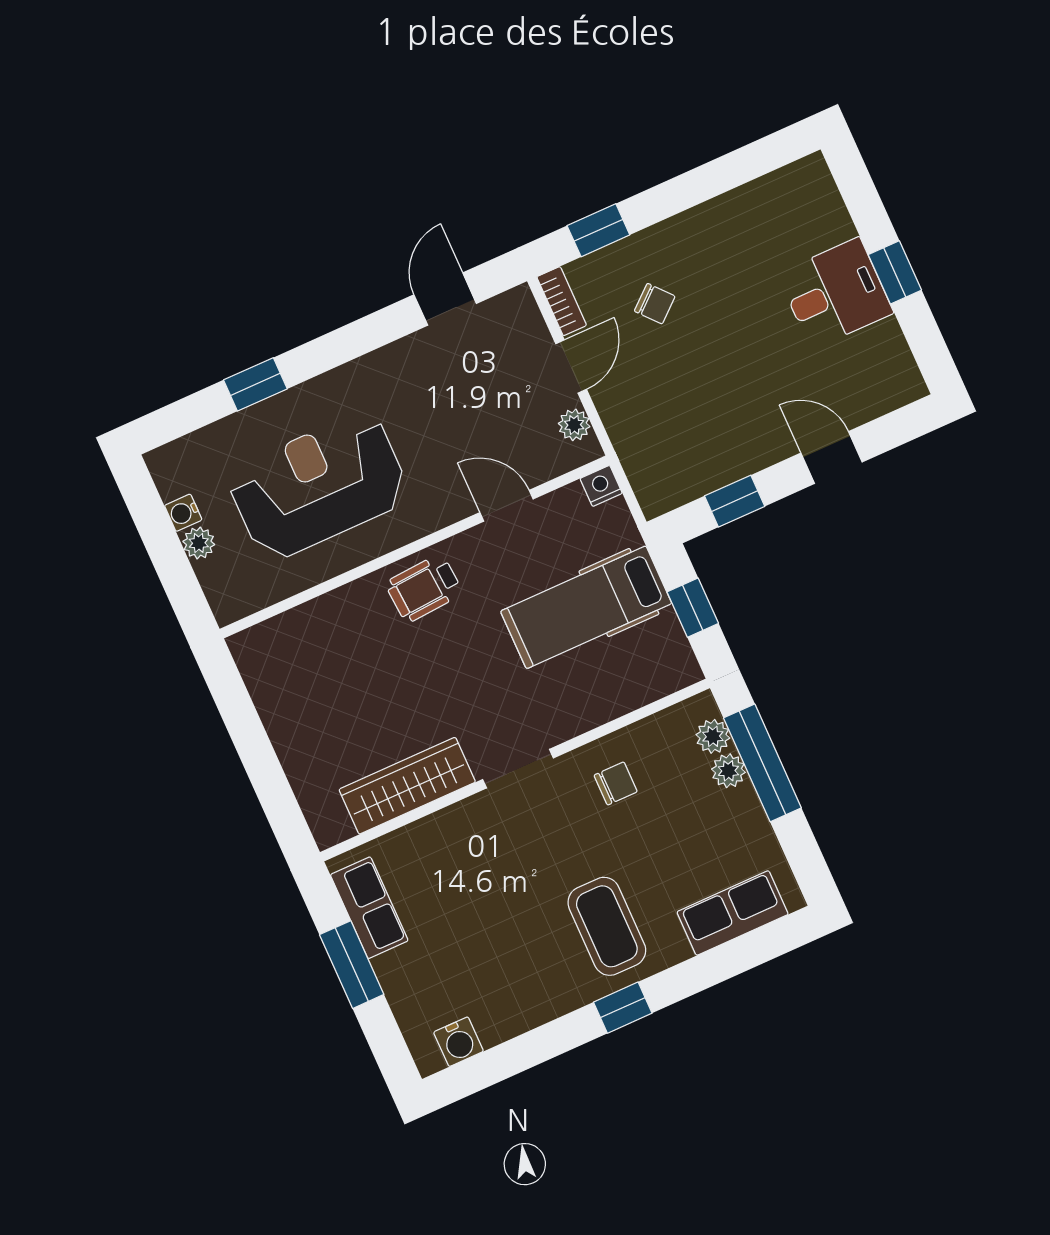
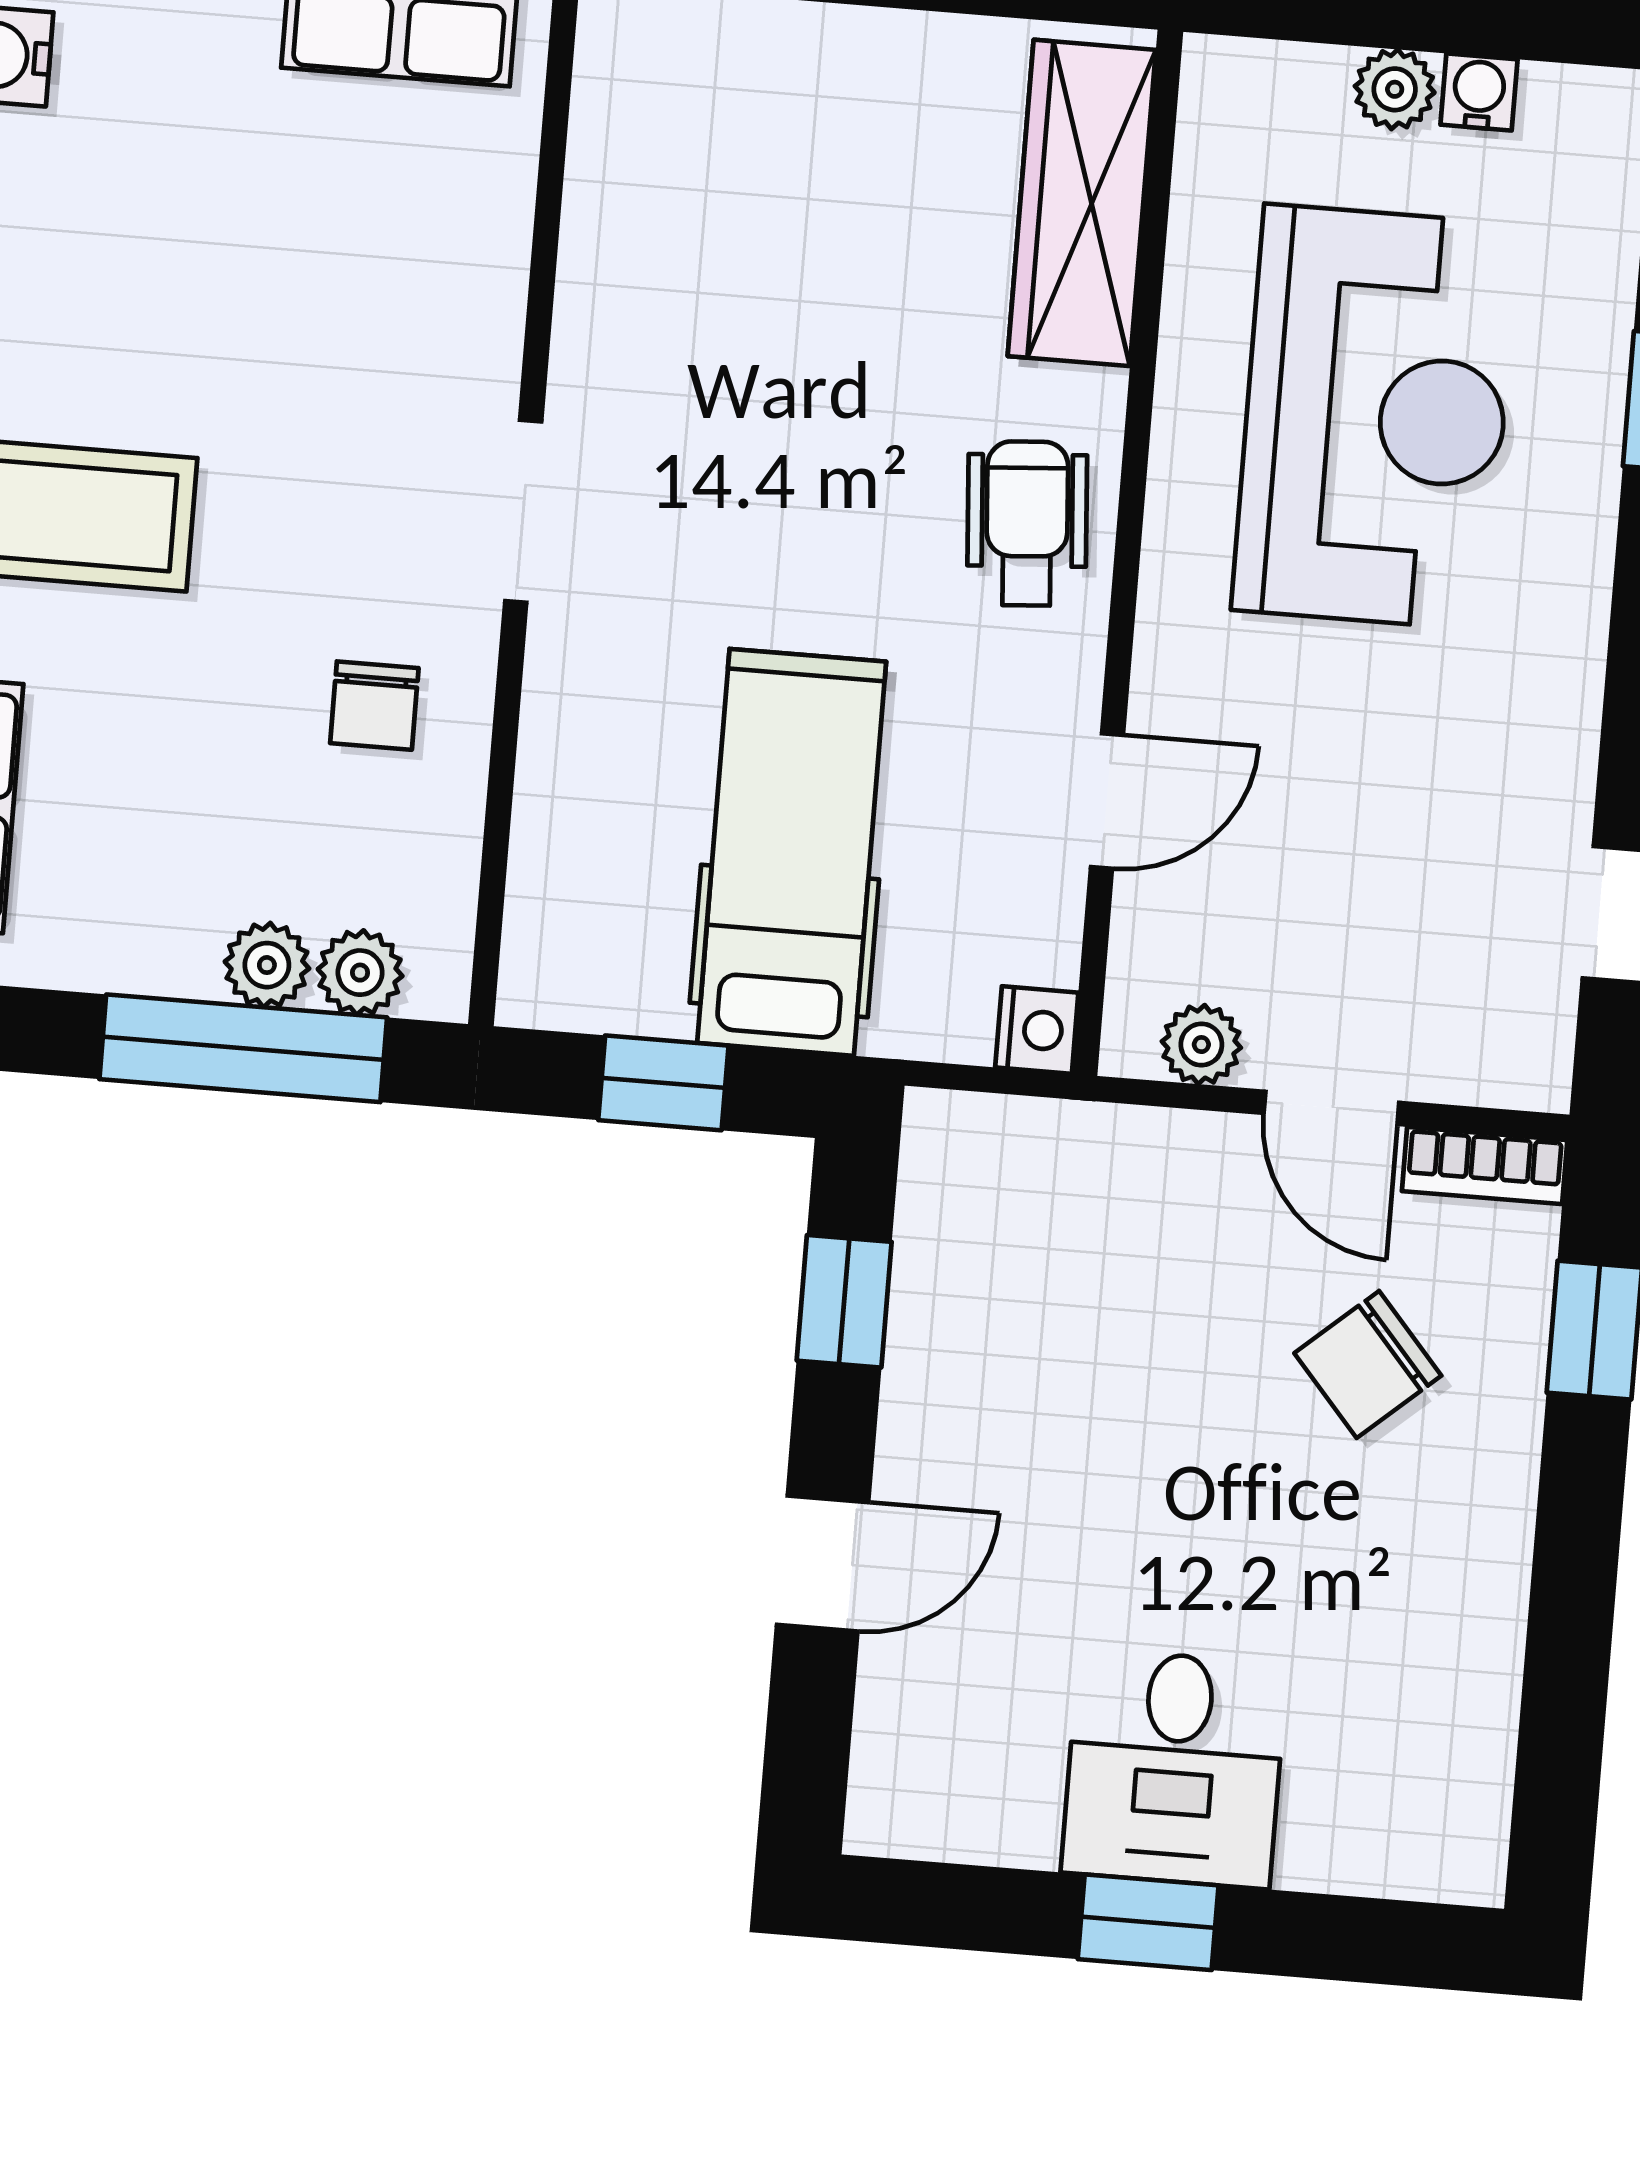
chair: (655, 304) -> (1368, 1364), width x1.37, depth x1.37
wardrobe: (407, 786) -> (1082, 203), moved, turned 180

